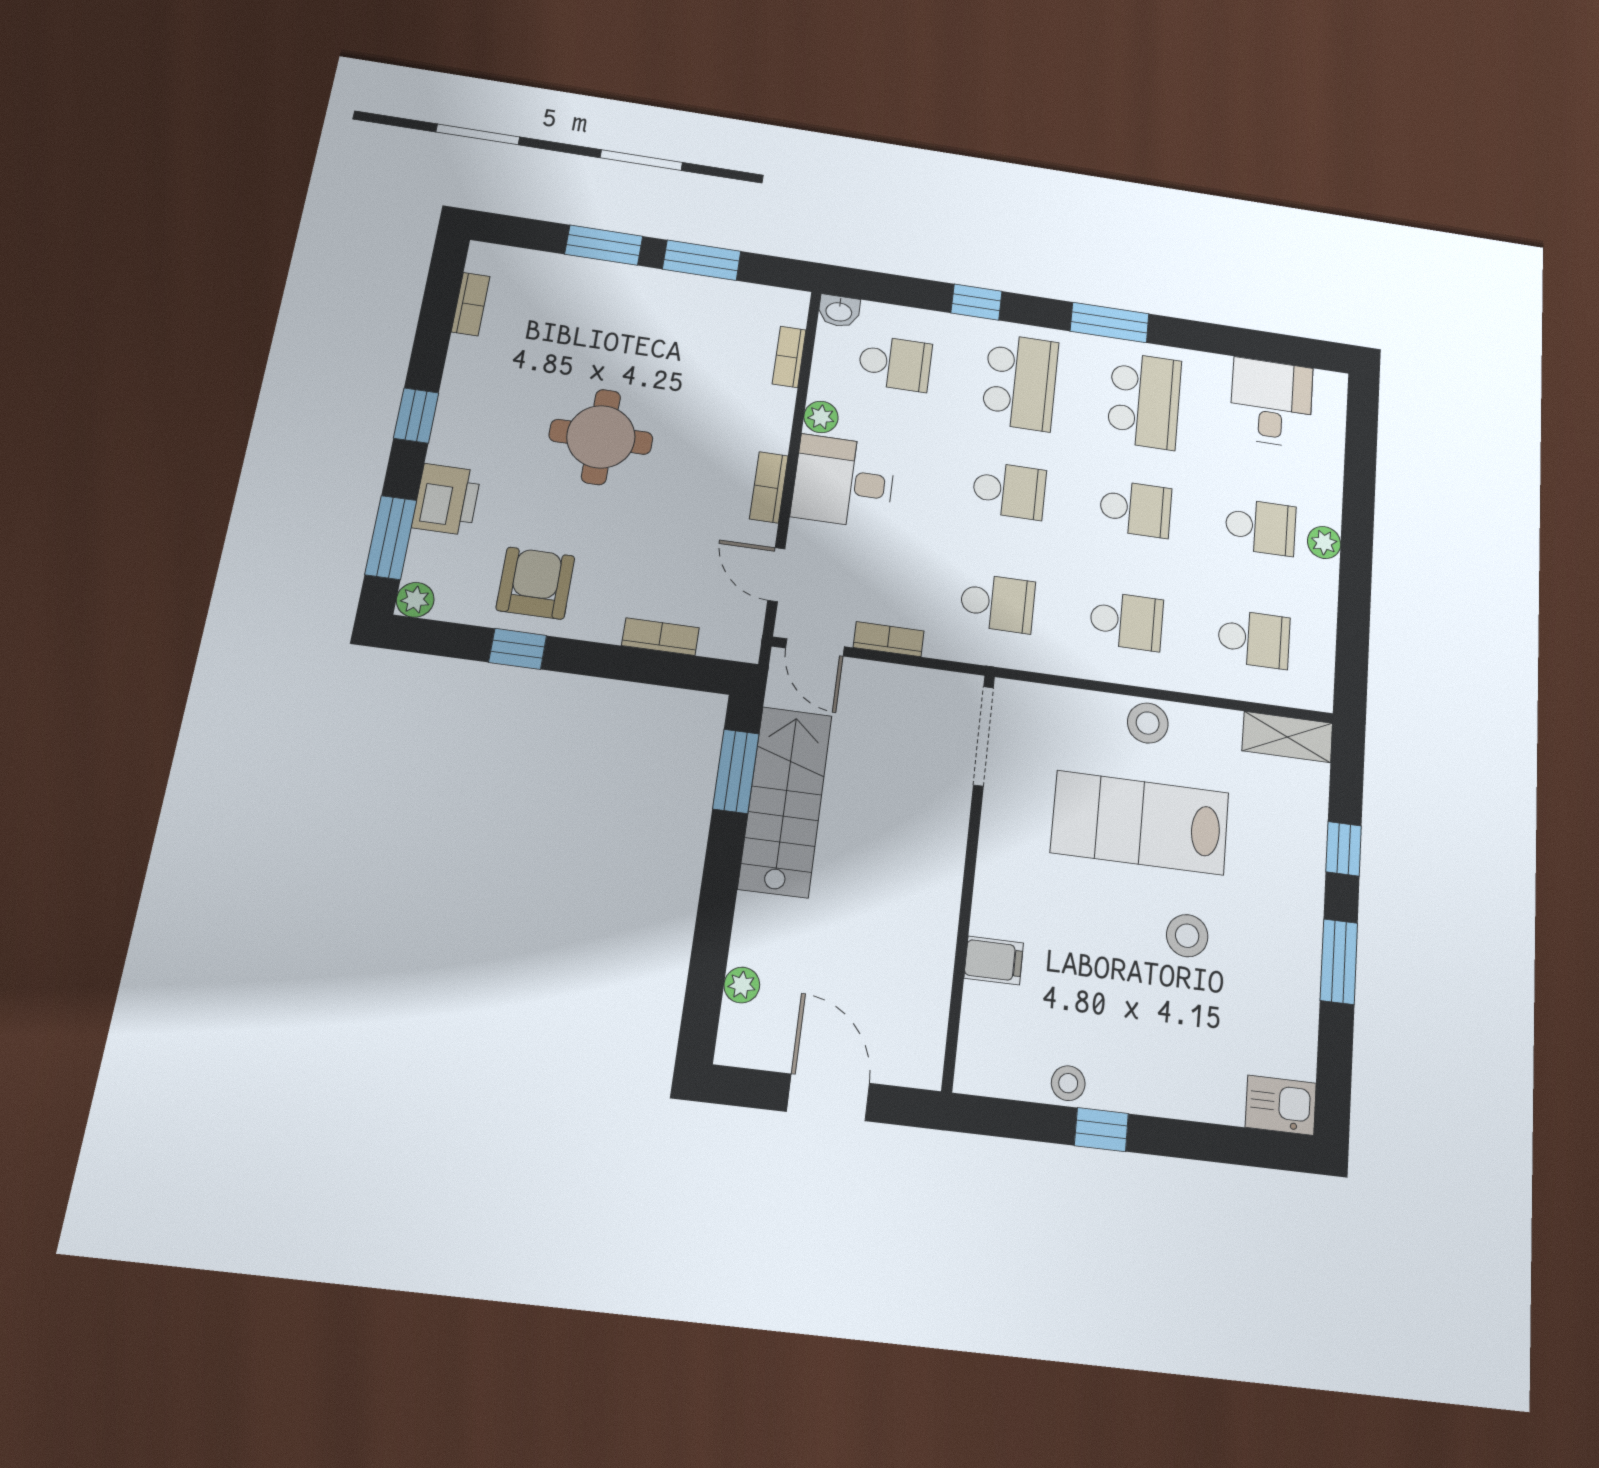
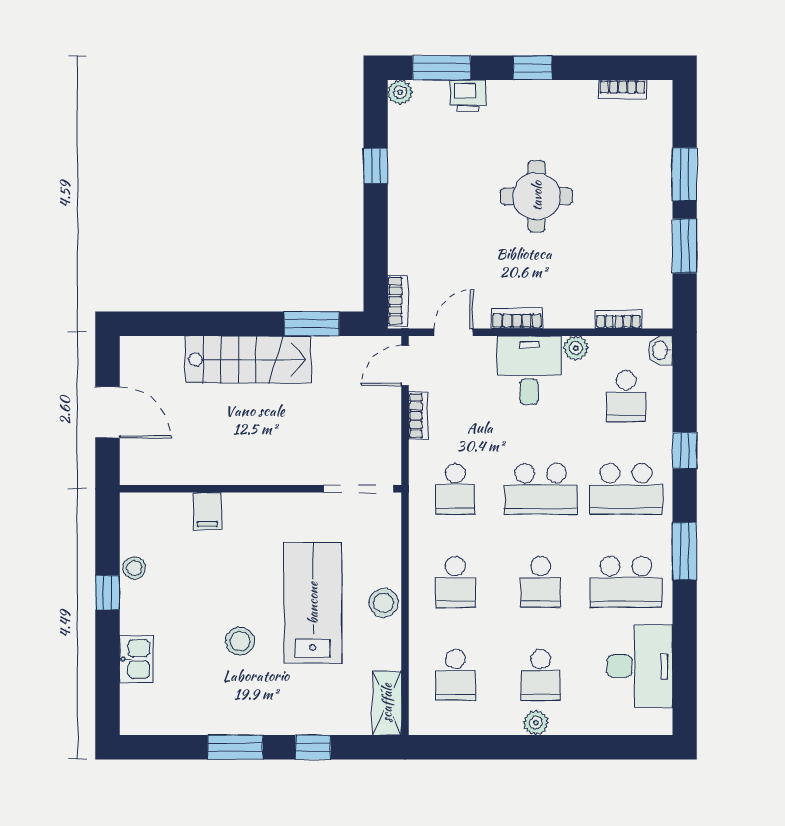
desk: (1271, 402) -> (640, 666), width x1.37
school desk: (1009, 491) -> (541, 489), width x1.85
printer: (447, 499) -> (468, 96), width x0.73, depth x0.81
armchair: (535, 583) -> (423, 170), removed
bookcase: (660, 637) -> (398, 301), moved
stairs: (785, 801) -> (248, 359), moved
plant: (742, 985) -> (172, 347), removed
door: (828, 1097) -> (108, 412), hinge flipped
kitchen sink: (1281, 1105) -> (136, 659), moved

